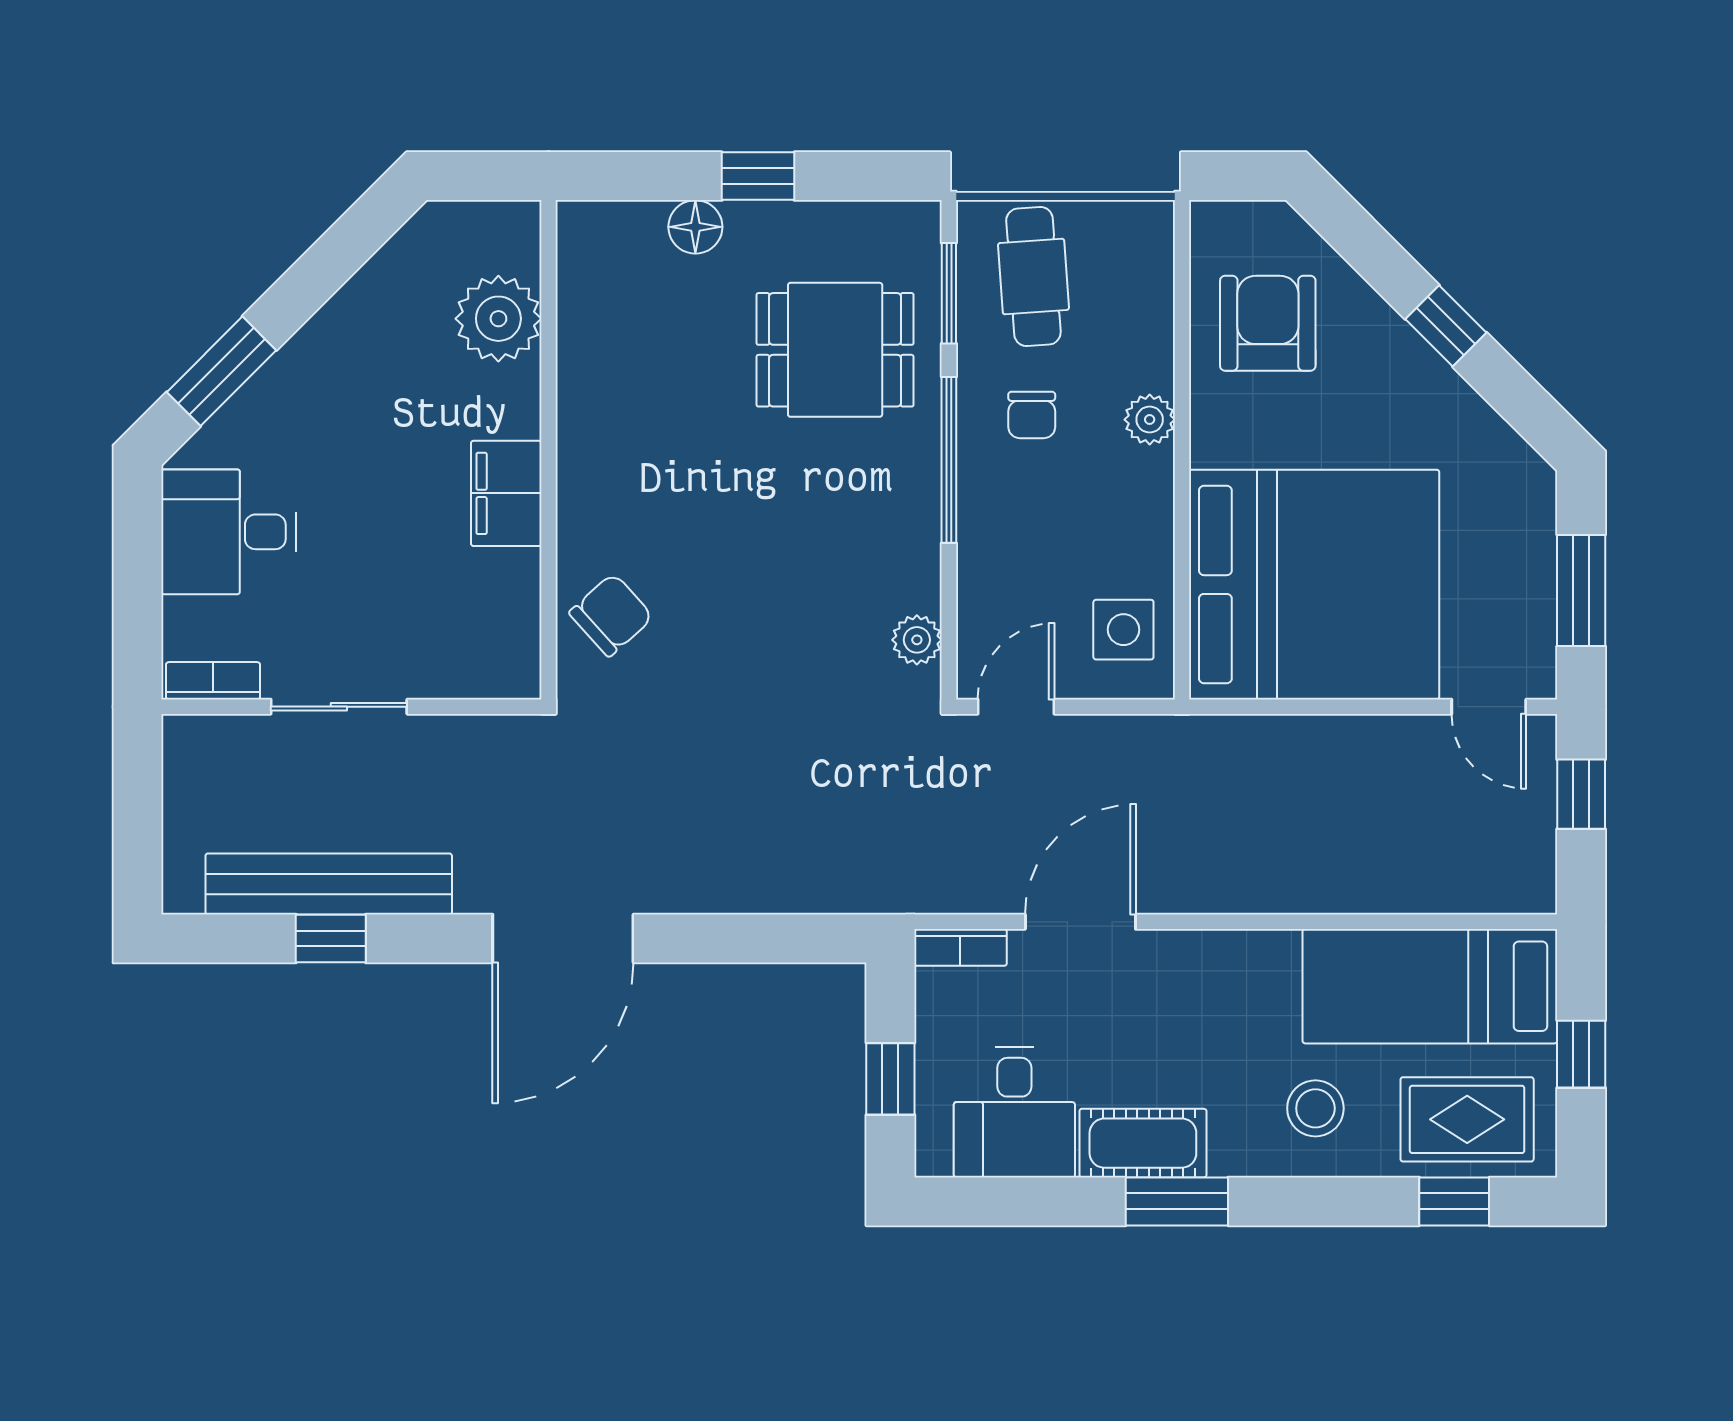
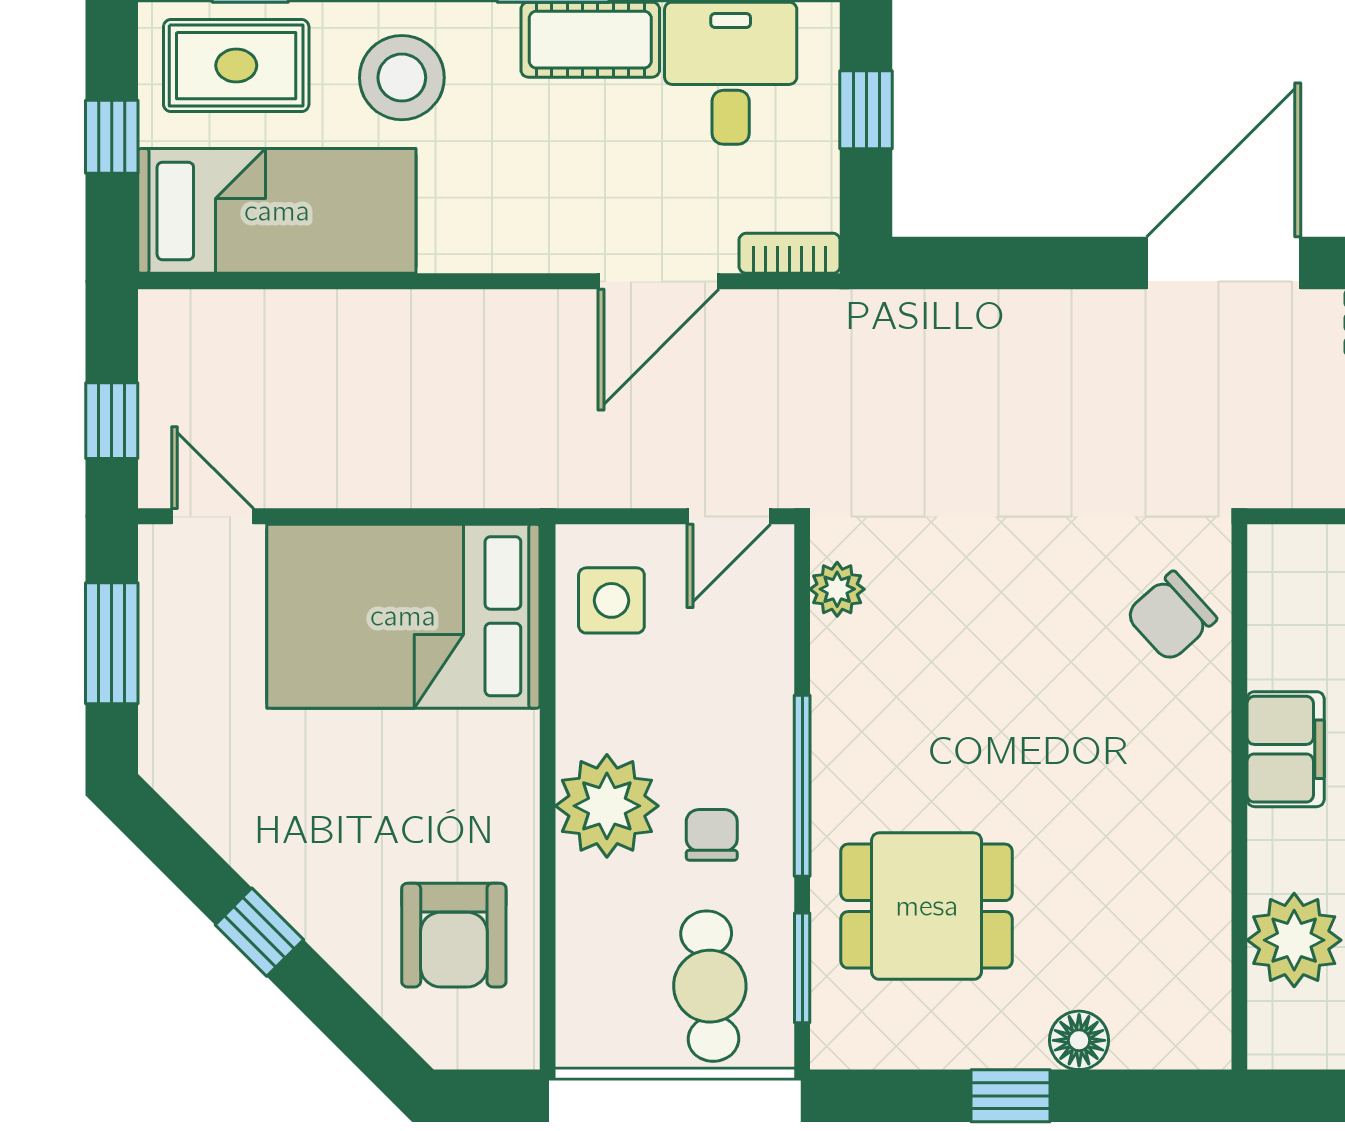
plant: (1150, 420) -> (607, 806), width x1.87, depth x1.87
bed: (1314, 585) -> (403, 616), width x0.73
stool: (1315, 1108) -> (402, 78), width x1.38, depth x1.38

